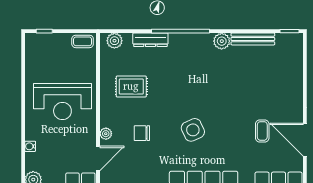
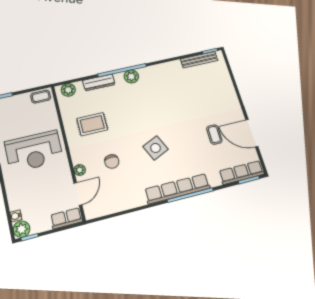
bench: (253, 39) -> (199, 60), moved
plant: (222, 41) -> (131, 76), moved
chair: (142, 133) -> (112, 162), turned -90
water cooler: (30, 146) -> (16, 216), moved

